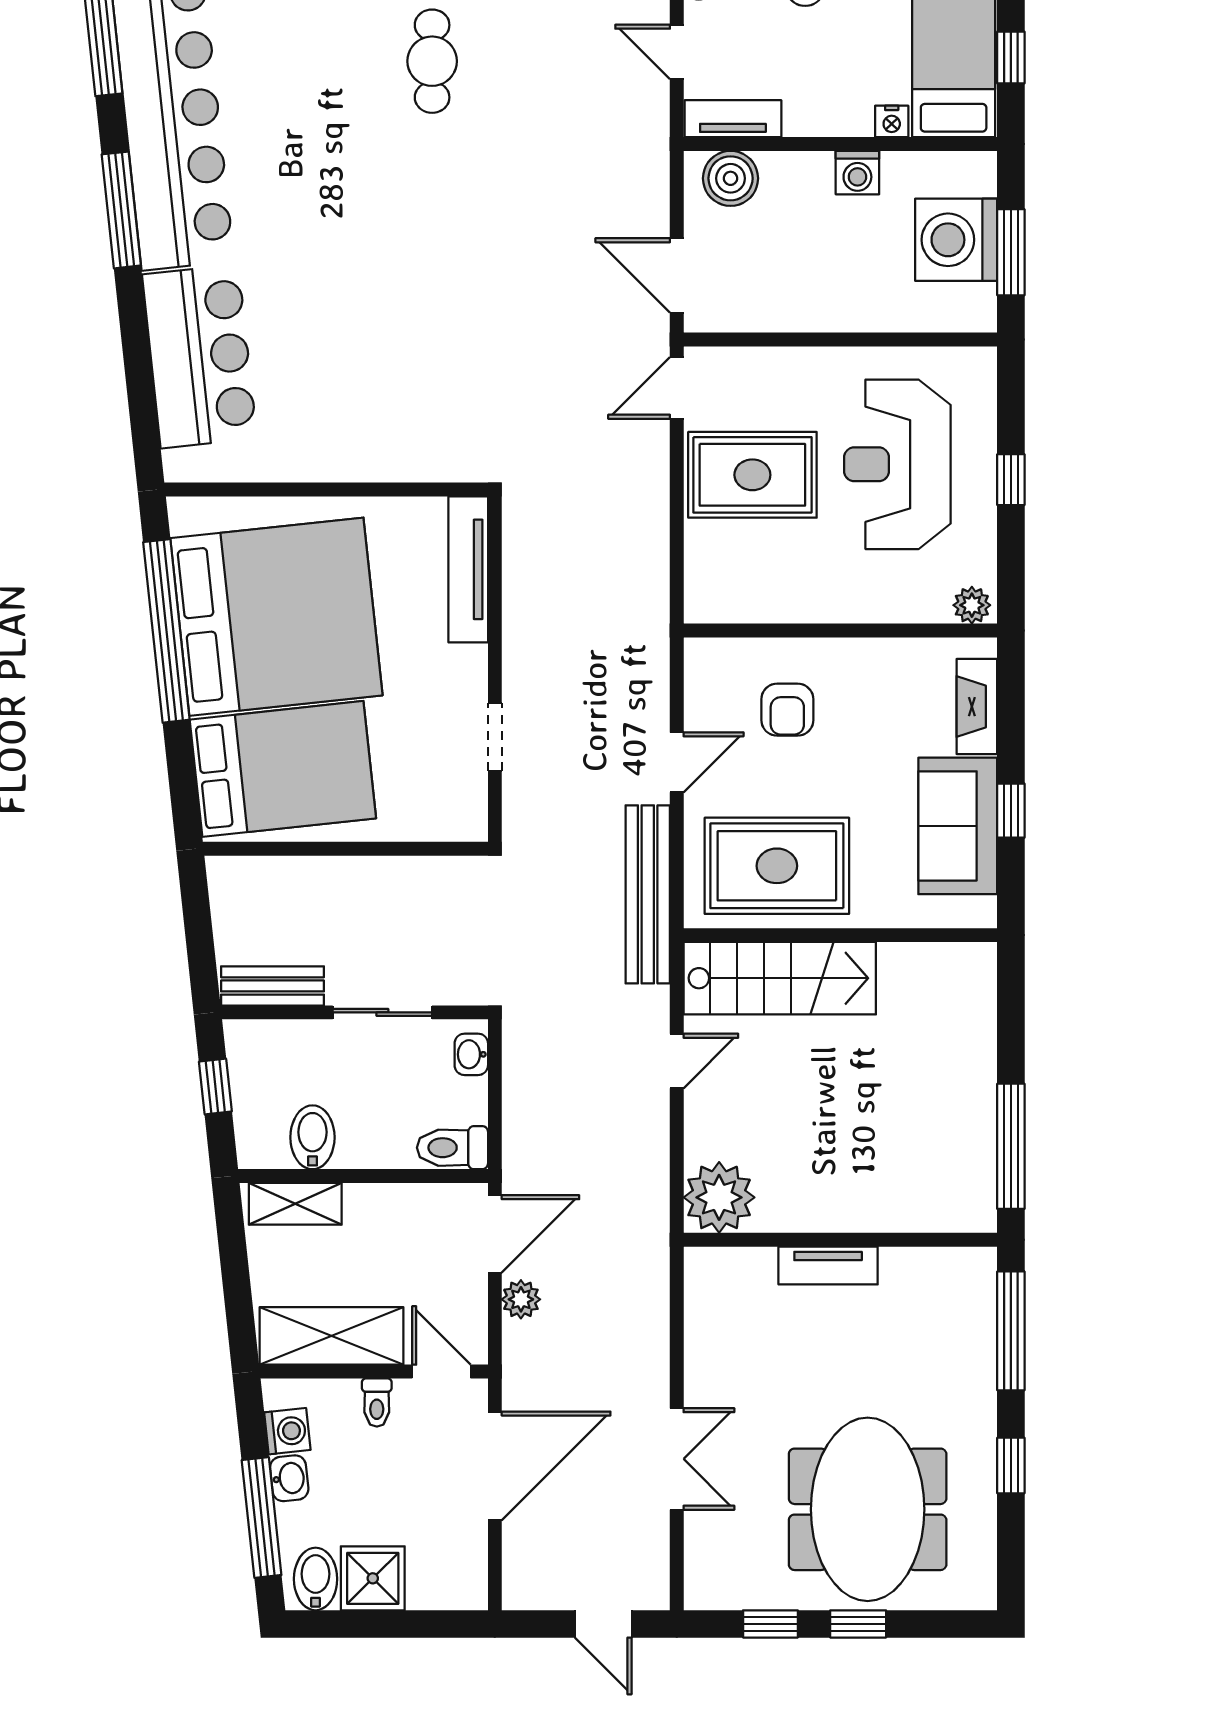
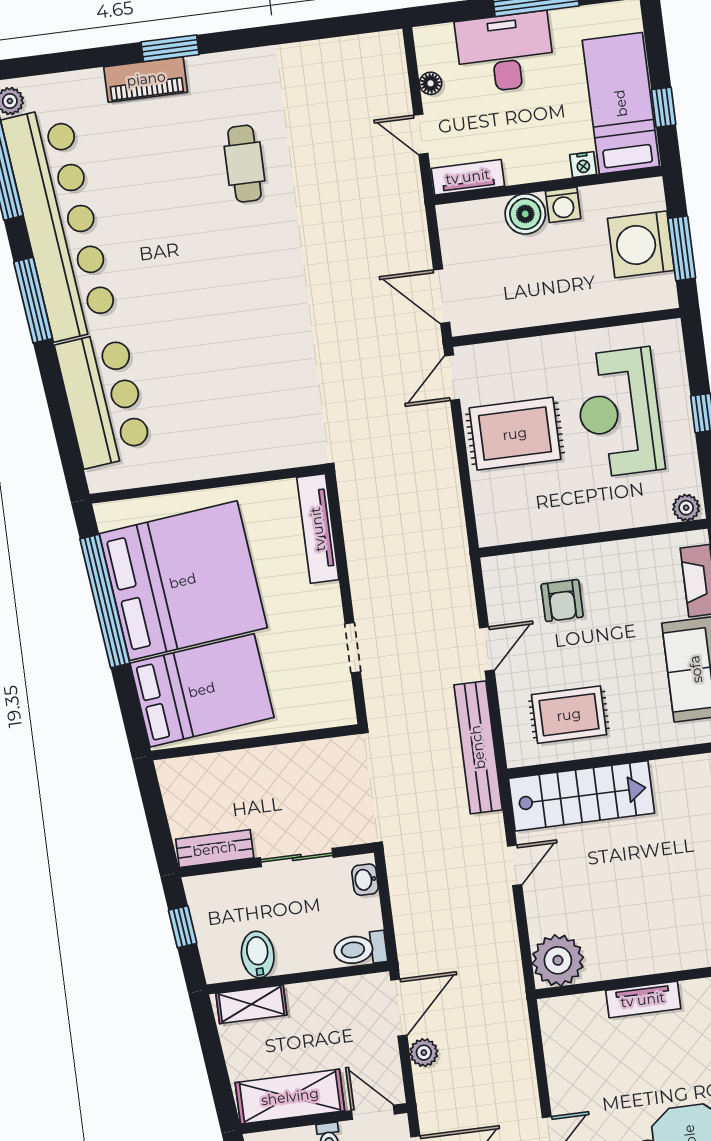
boiler: (731, 178) -> (525, 214), moved
rug: (777, 866) -> (569, 715), width x0.73, depth x0.70

